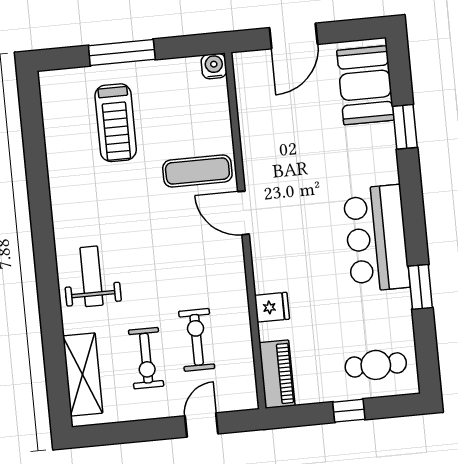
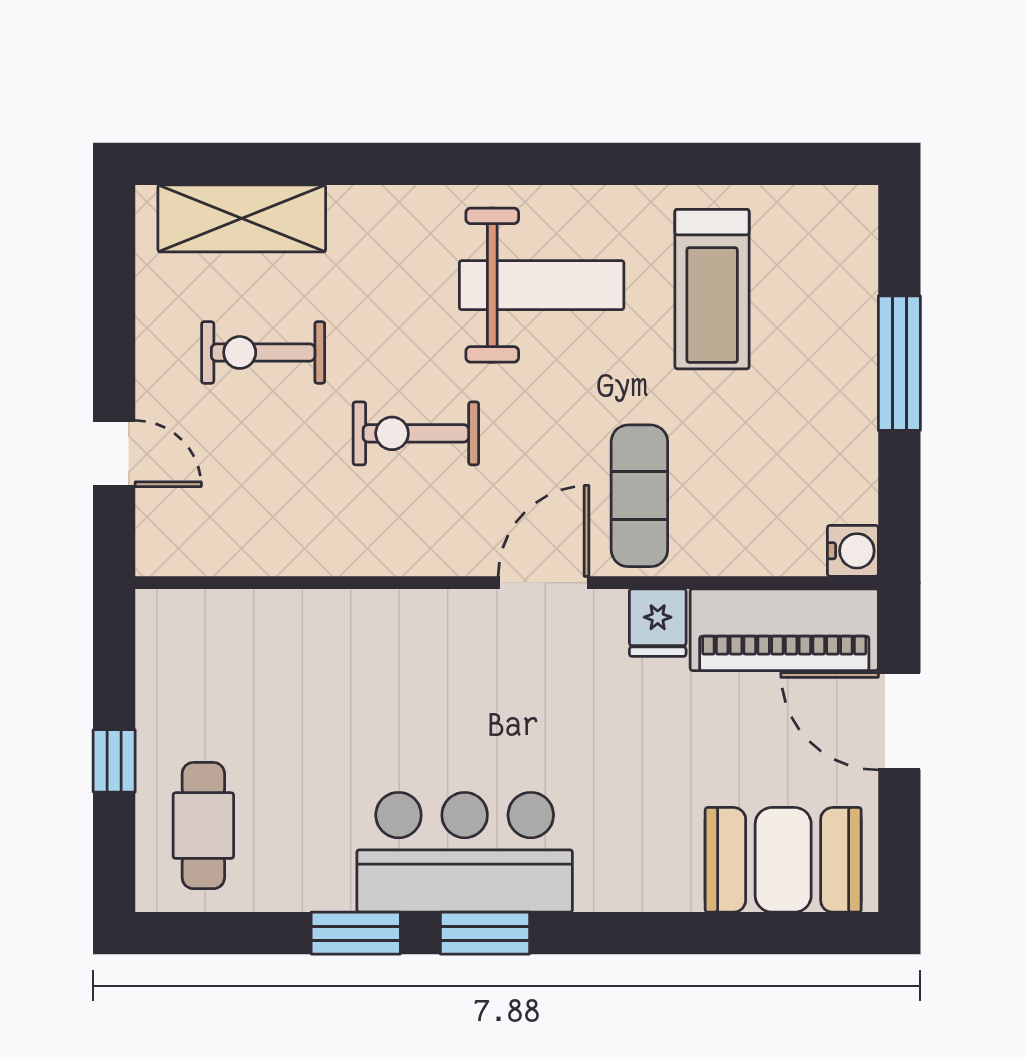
treadmill: (116, 123) -> (712, 289), moved, turned -90
window: (405, 127) -> (485, 933), moved
weight bench: (91, 276) -> (542, 285), moved, width x1.36, depth x1.33
fridge: (272, 307) -> (658, 623), moved
exercise bike: (197, 340) -> (416, 433), moved, turned 180
piano: (277, 374) -> (784, 630), moved, width x1.37, depth x1.33

